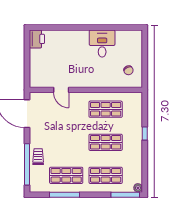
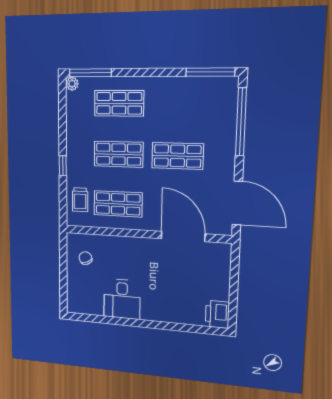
door: (61, 90) -> (183, 236), width x1.87
trolley: (38, 157) -> (80, 200), moved
shop shelf: (66, 175) -> (178, 156), moved
window: (64, 195) -> (210, 72), moved

